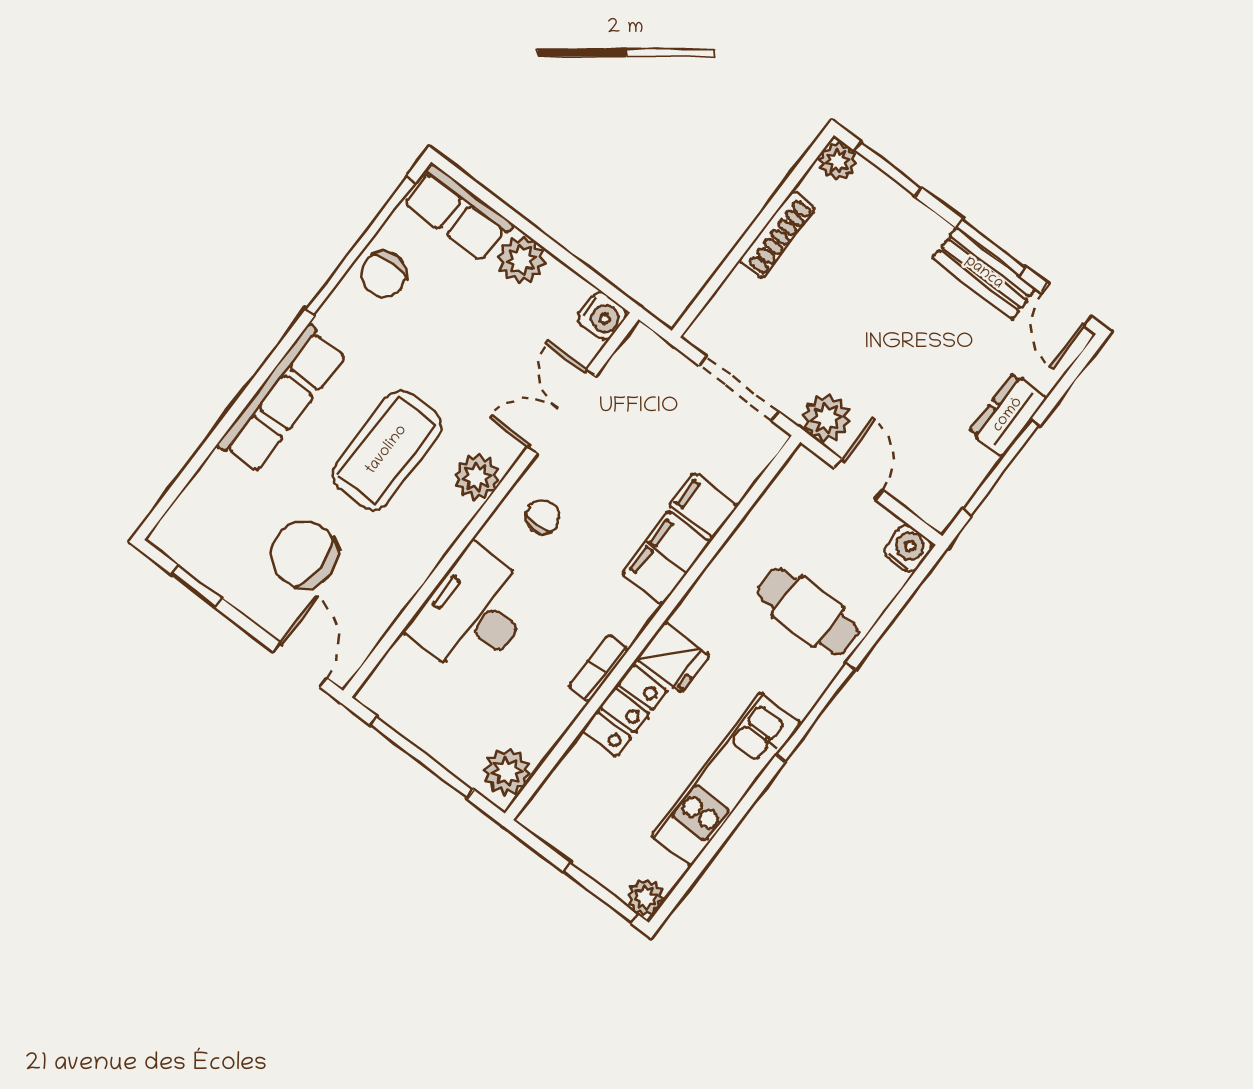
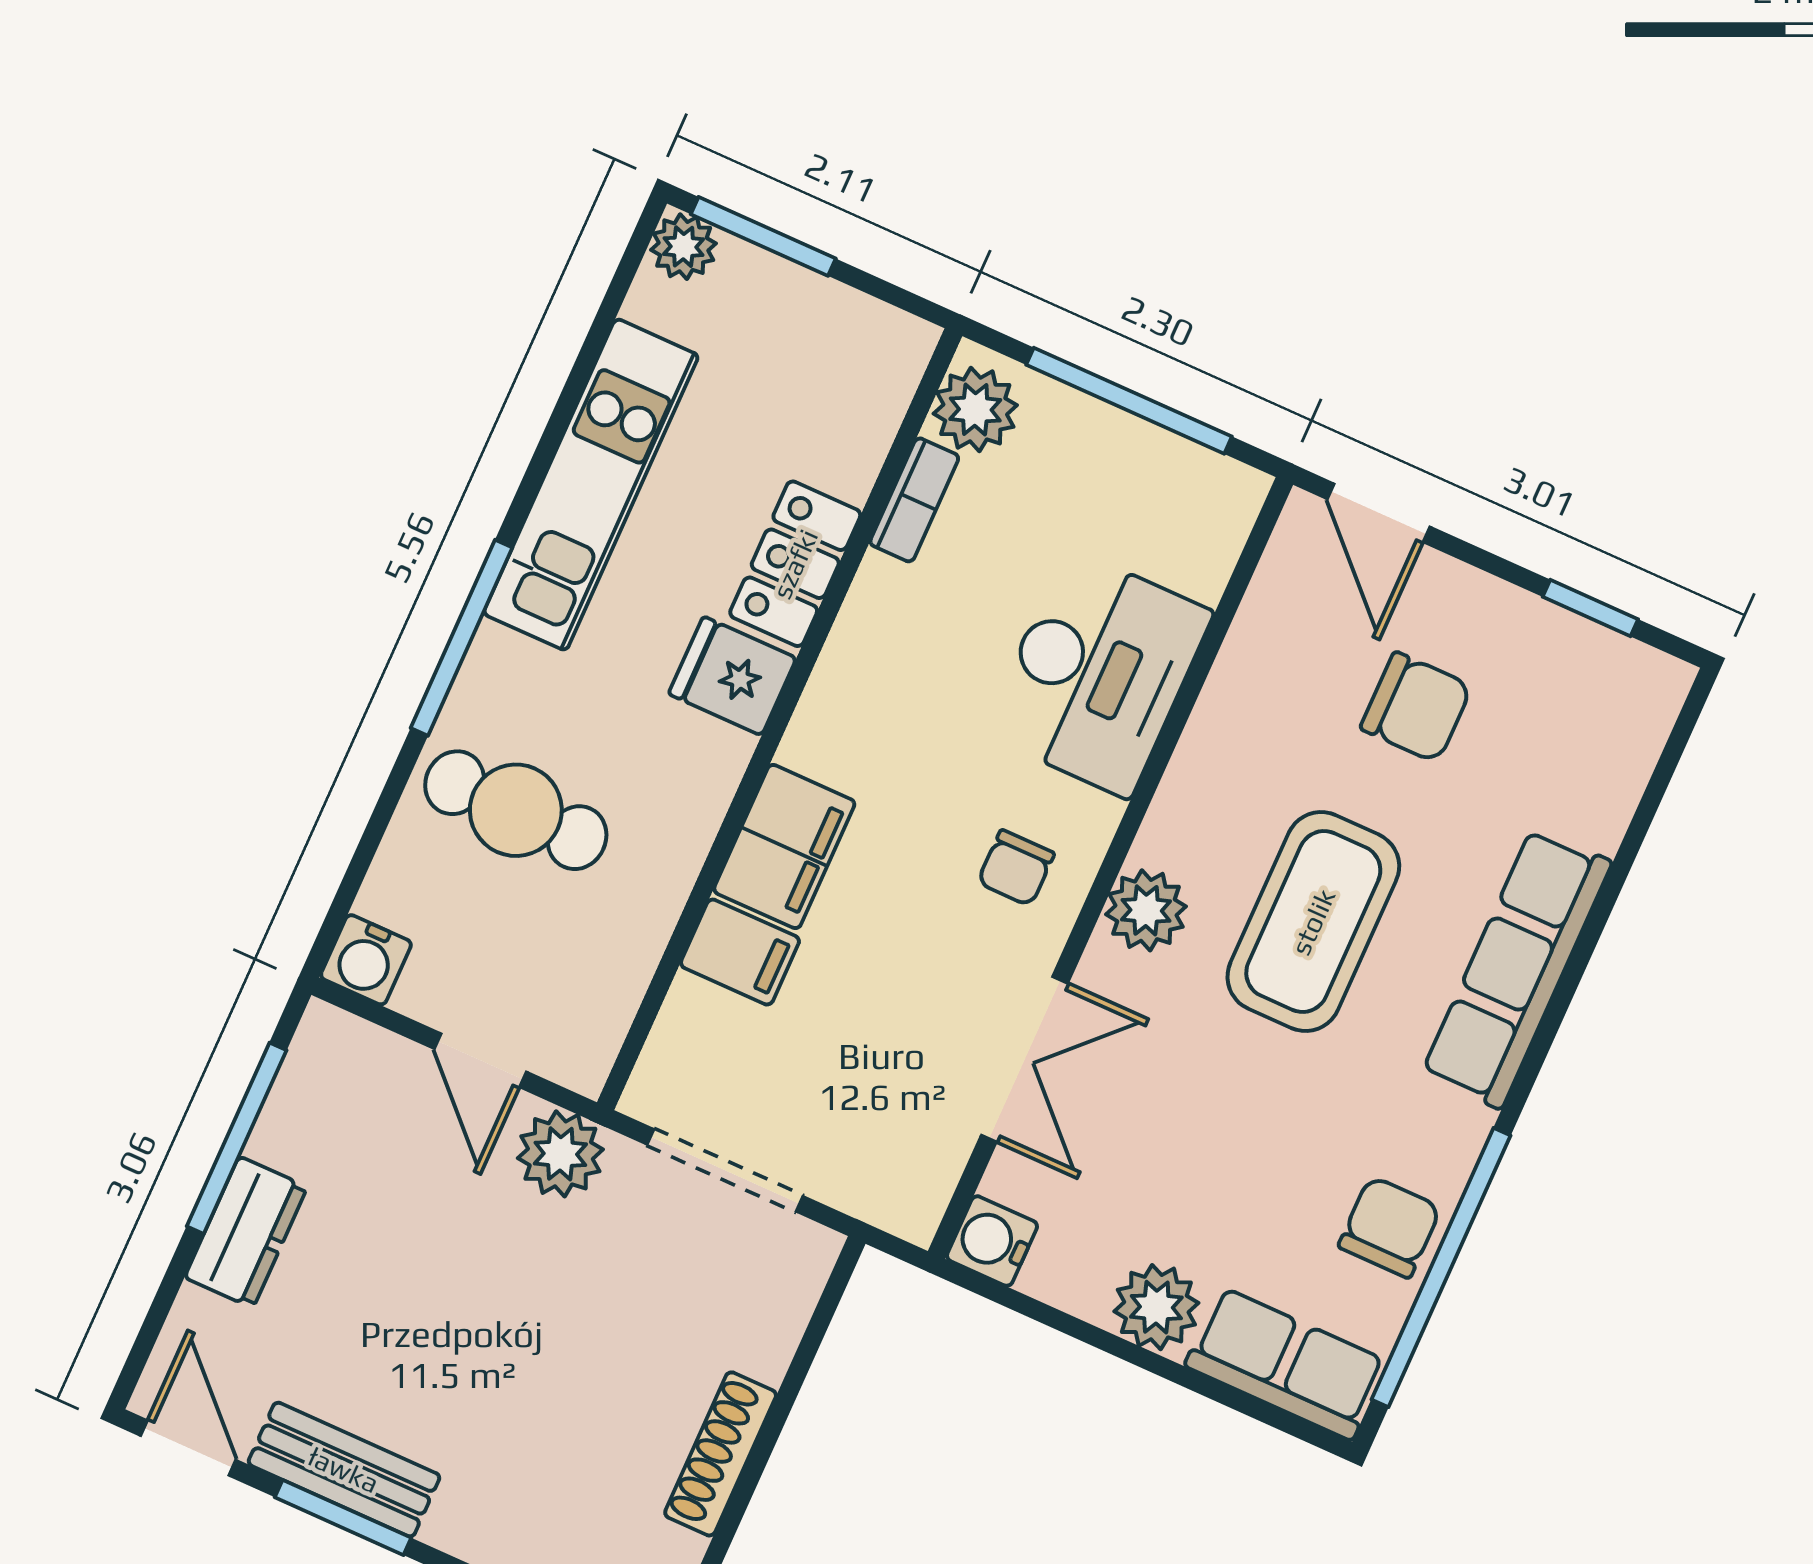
chair: (304, 554) -> (1416, 707), width x0.73, depth x0.73
bookcase: (599, 668) -> (914, 500), moved

